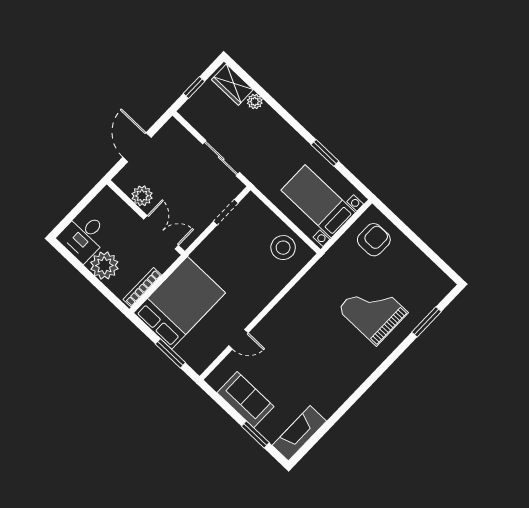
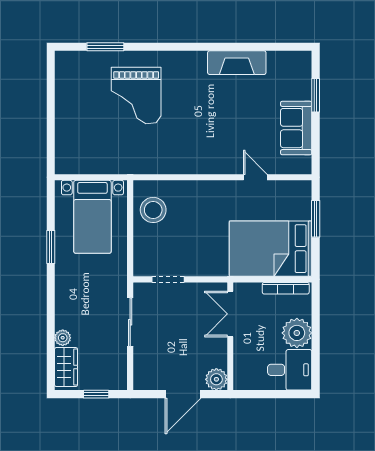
plant: (142, 196) -> (216, 379), moved
armchair: (374, 240) -> (81, 147), removed
fireplace: (299, 433) -> (237, 63), moved

